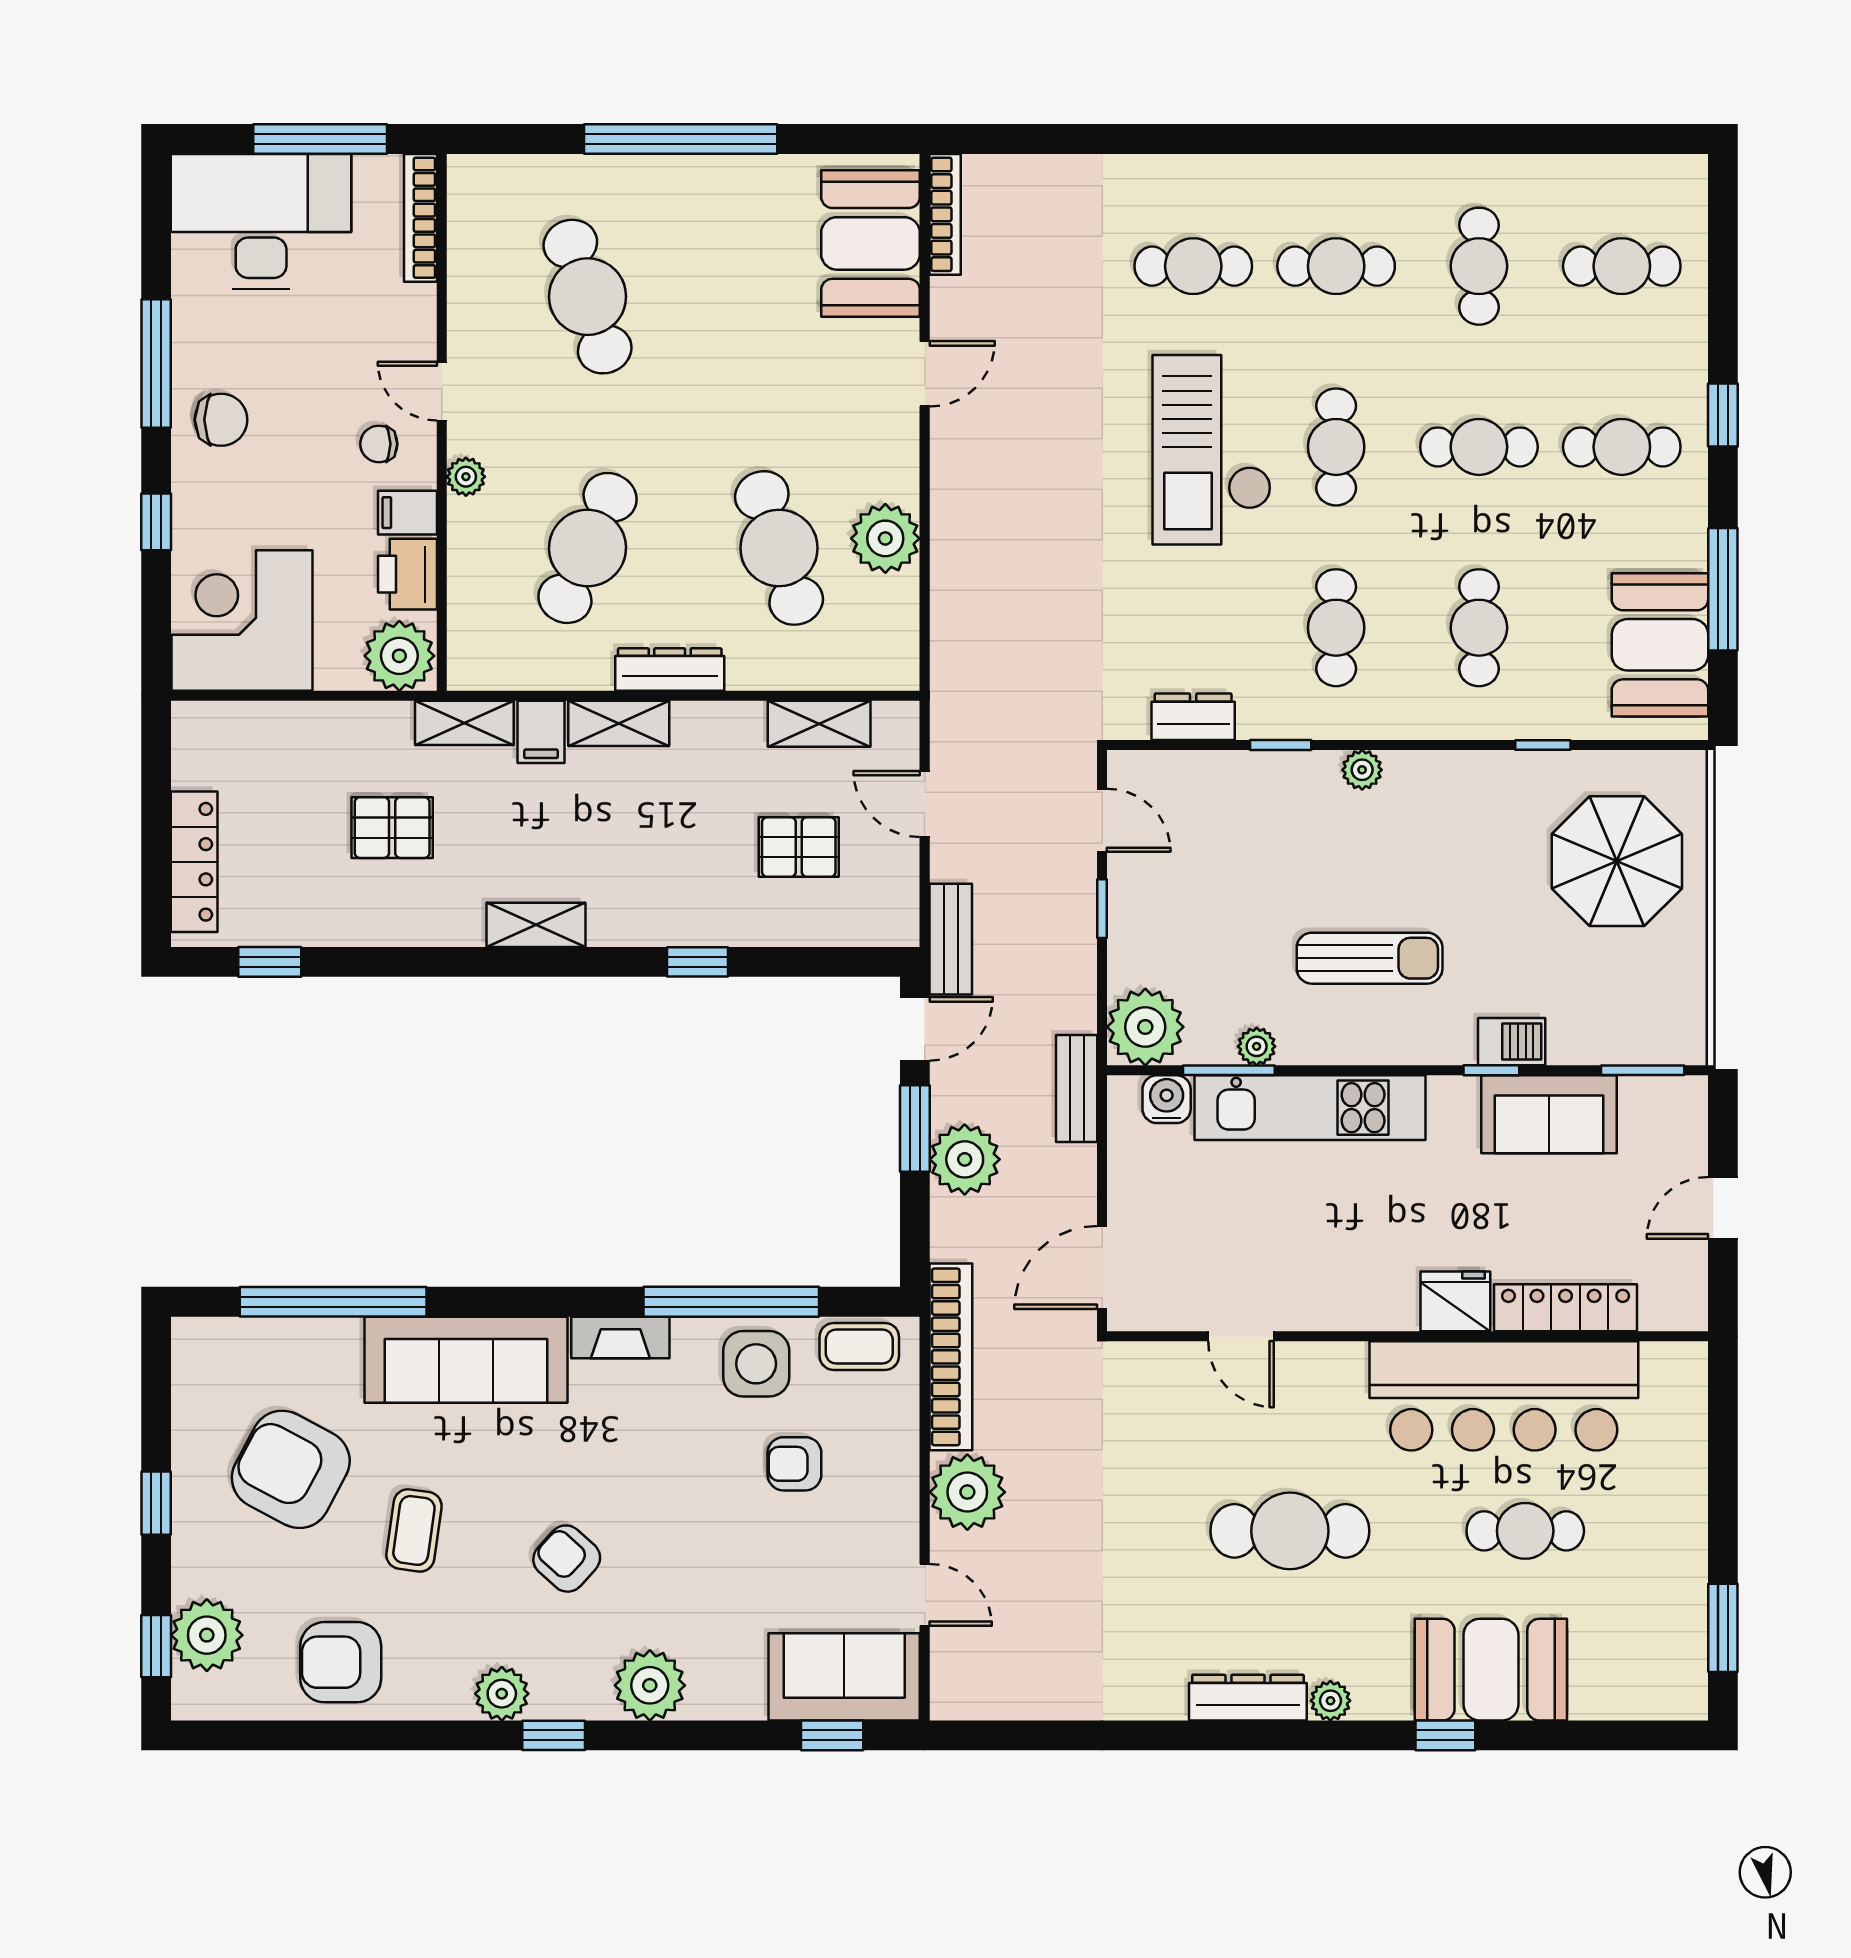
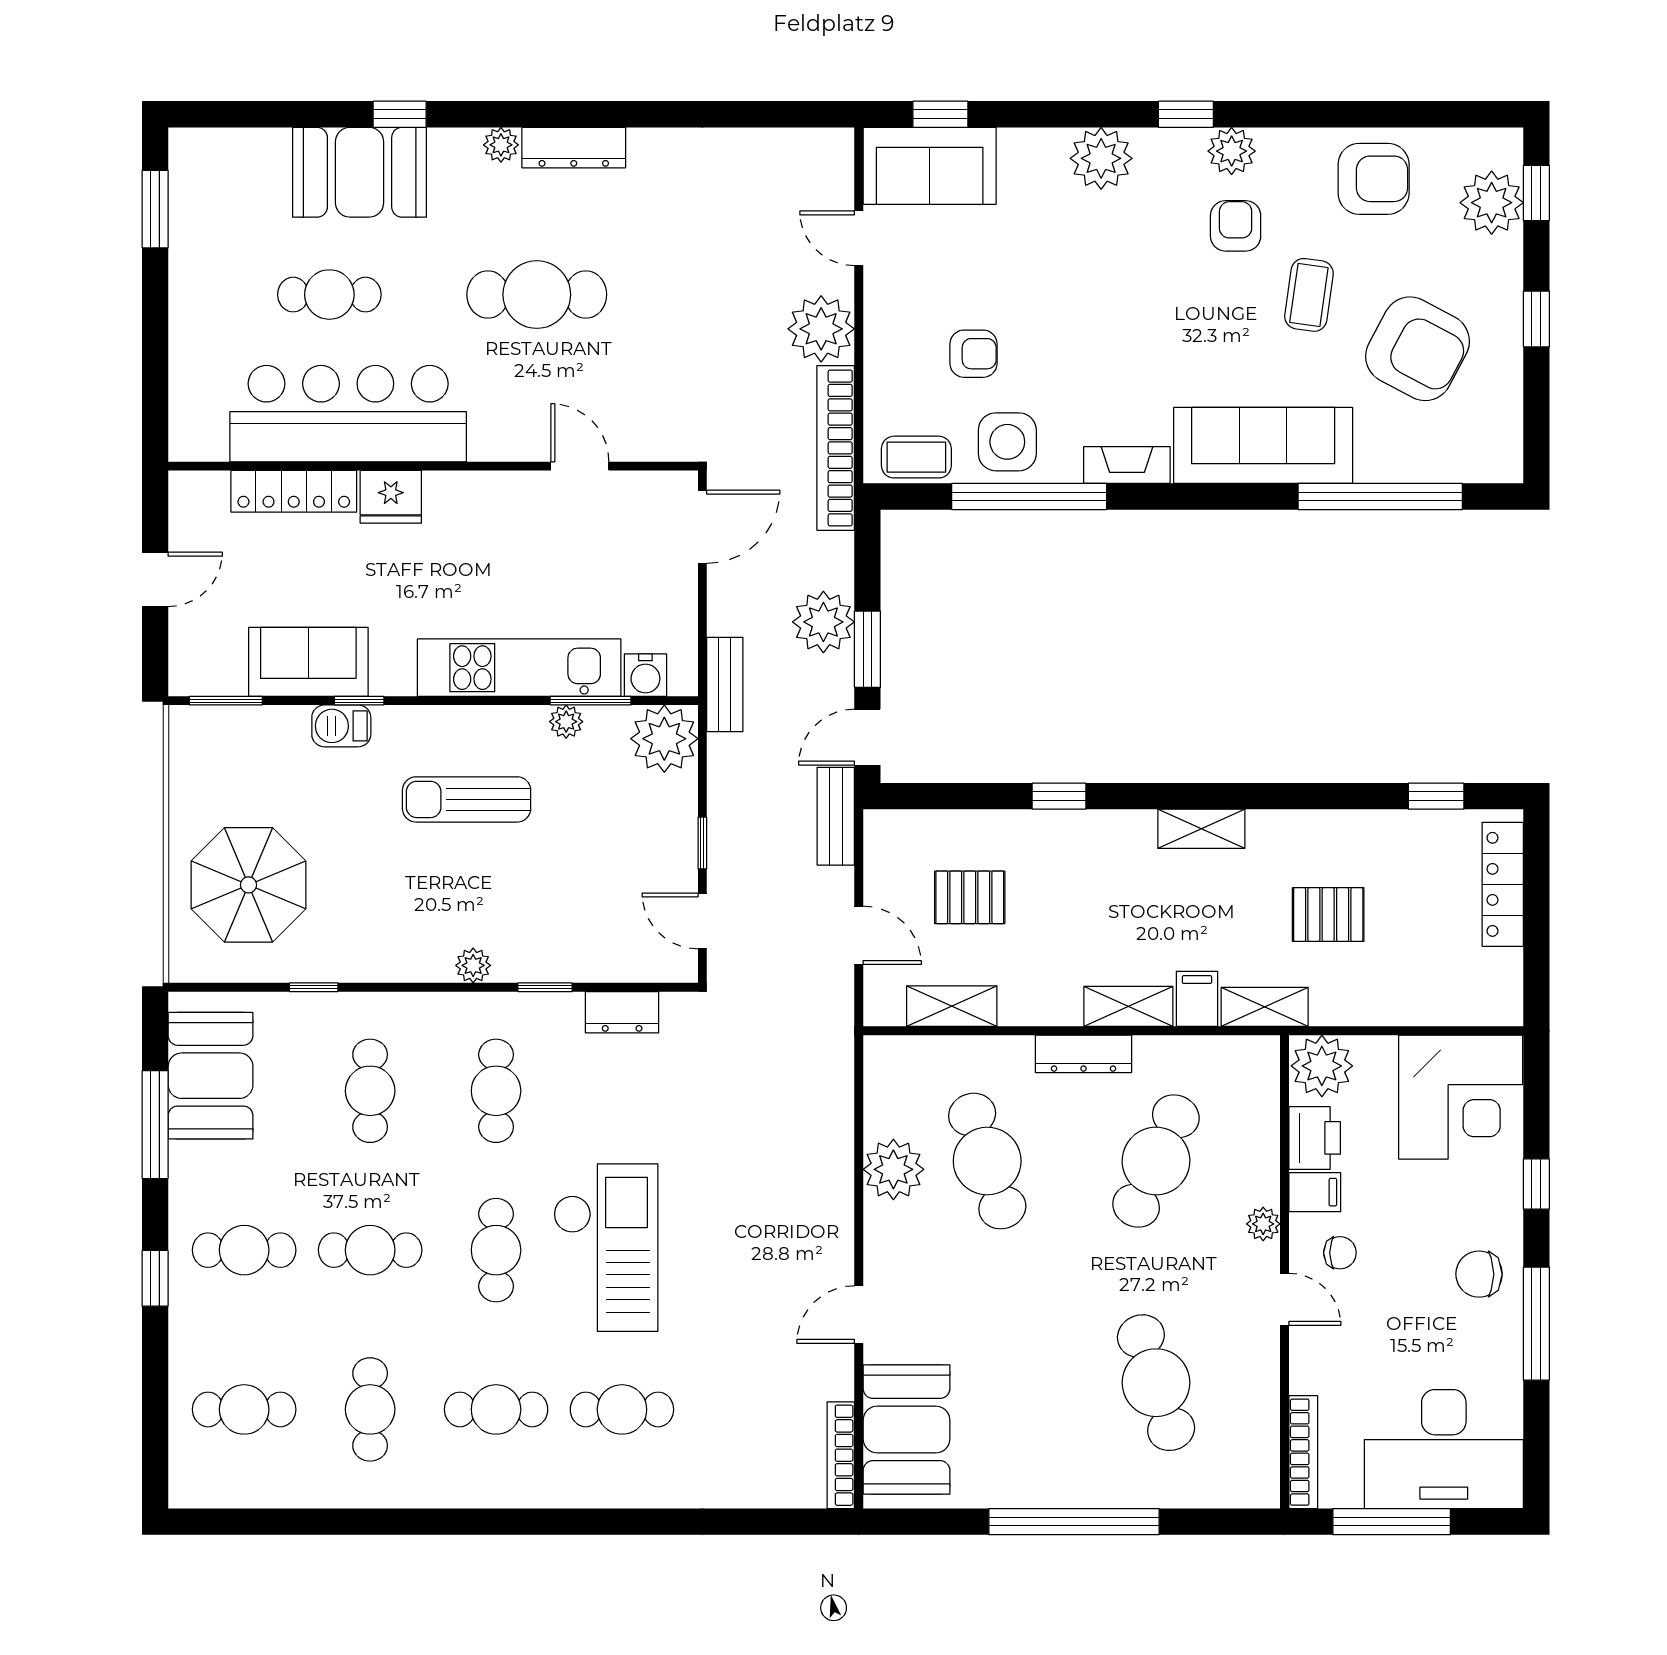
armchair: (567, 1559) -> (1236, 226), moved, turned -132

